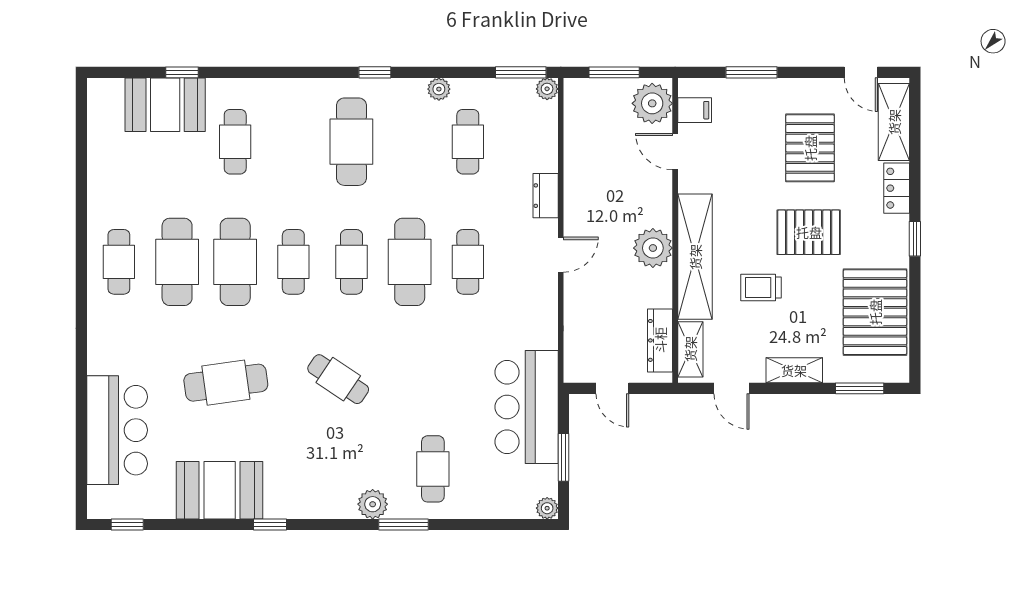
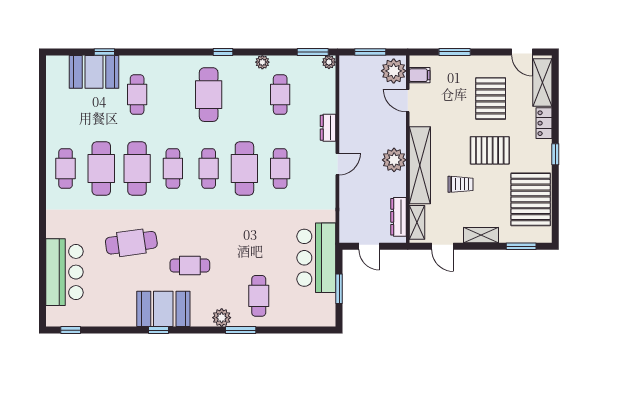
trolley: (761, 288) -> (461, 184), turned 180
cafe table: (338, 379) -> (190, 266), moved, turned -34
booth: (220, 490) -> (163, 309), moved
plant: (547, 508) -> (329, 320), removed

